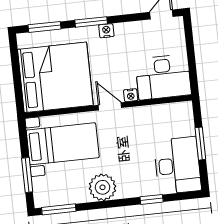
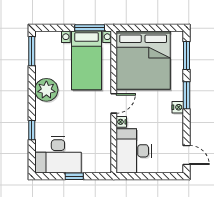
window: (200, 144) -> (74, 176), width x0.67
window: (27, 175) -> (90, 28), moved

